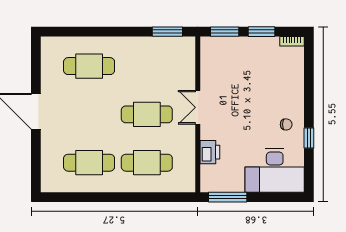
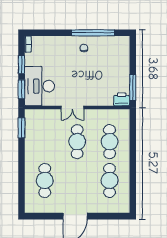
window: (309, 138) -> (93, 33), width x3.17
printer: (210, 152) -> (122, 99), moved
desk: (275, 170) -> (39, 86), moved, turned 180

